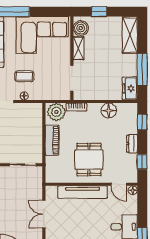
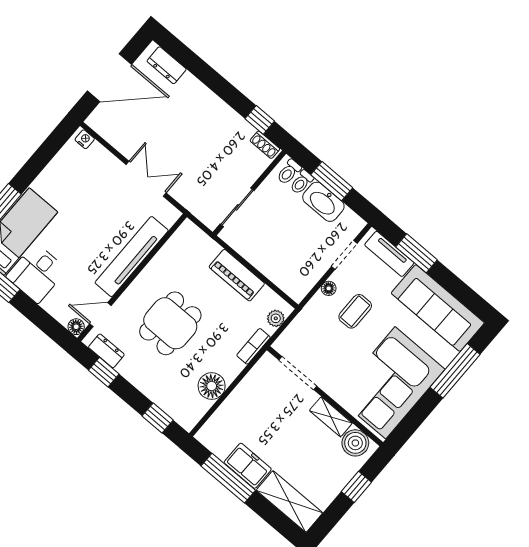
freezer: (130, 88) -> (248, 466), moved
plant: (56, 112) -> (276, 318), width x0.53, depth x0.53
dresser: (132, 144) -> (106, 351), moved
dining table: (89, 160) -> (170, 323), moved, turned 90

